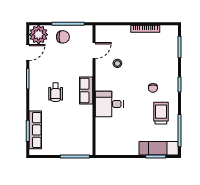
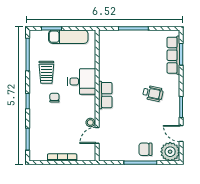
door: (94, 51) -> (97, 135), moved
door: (28, 53) -> (181, 133), hinge flipped
wall: (94, 90) -> (97, 95), moved
row of seats: (86, 91) -> (105, 95), moved
wheelchair: (56, 92) -> (153, 93), turned 102
desk: (109, 104) -> (82, 81), moved
exam couch: (159, 148) -> (68, 37), moved

